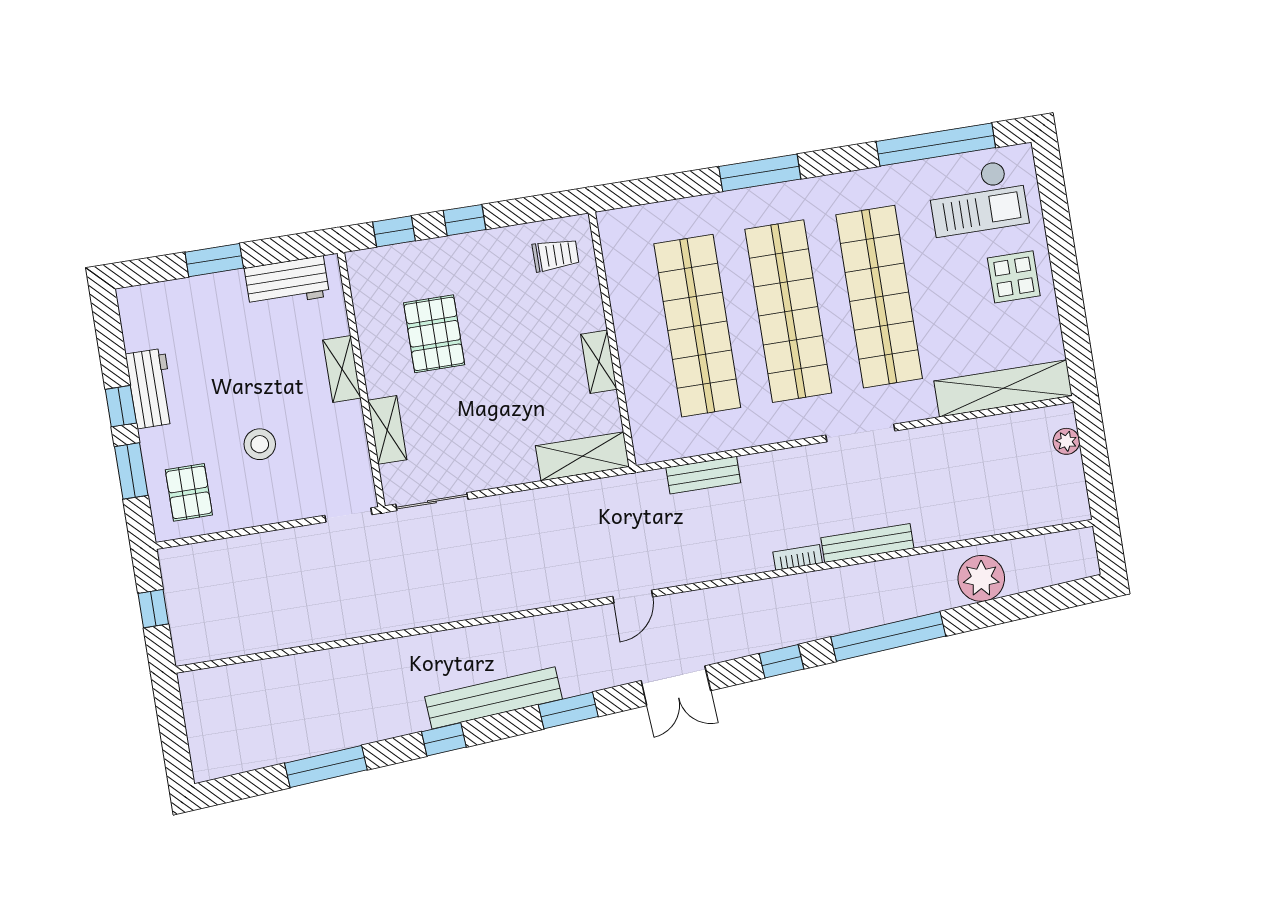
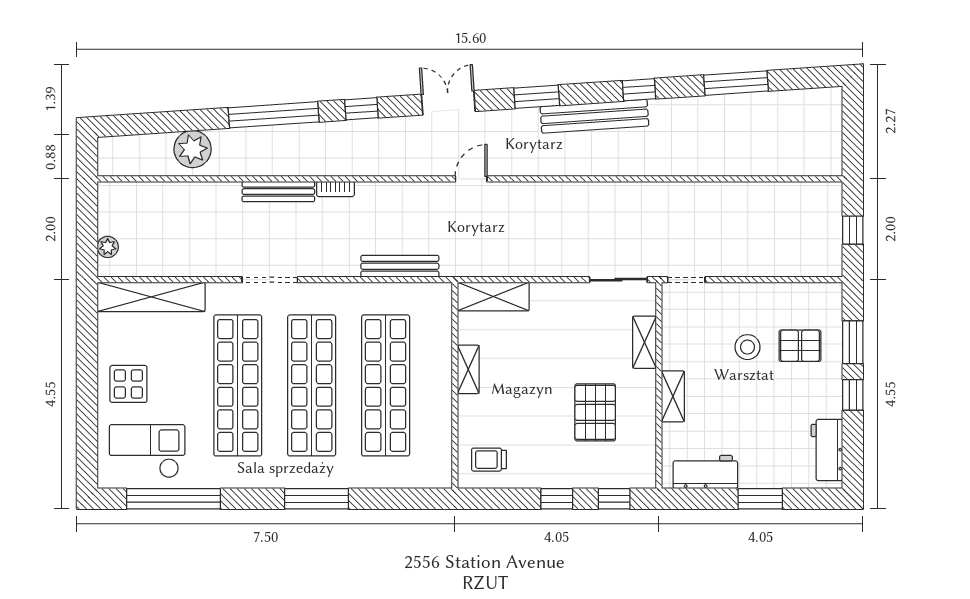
workbench: (151, 389) -> (827, 450), moved
bench: (703, 475) -> (400, 266), width x1.36
pallet: (189, 492) -> (800, 346), moved, turned 90

